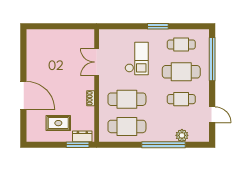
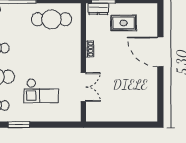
checkout: (137, 58) -> (41, 91), turned -90
cafe table: (127, 99) -> (51, 48), removed

